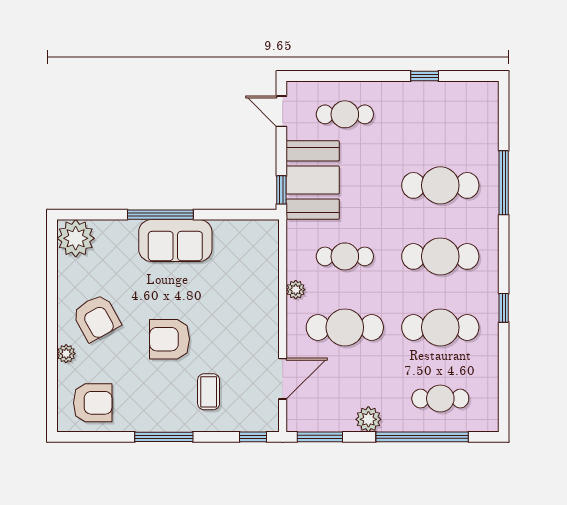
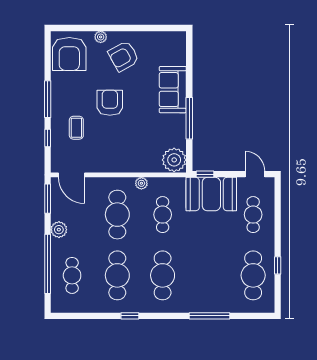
door: (281, 111) -> (255, 174), hinge flipped
cafe table: (440, 185) -> (253, 275), moved
window: (160, 215) -> (189, 118), moved
plant: (76, 238) -> (174, 160), moved
sofa: (175, 241) -> (173, 90), moved
door: (283, 379) -> (71, 175), moved
coffee table: (209, 392) -> (76, 128), turned 90
armchair: (93, 403) -> (69, 54), width x1.36, depth x1.36
window: (253, 437) -> (48, 138), moved

